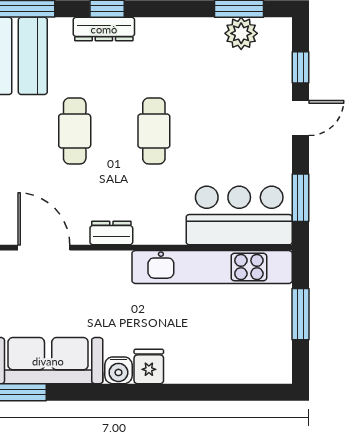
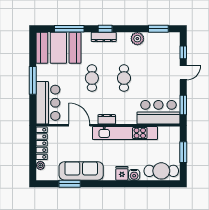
plant: (241, 33) -> (137, 39), moved
kitchen unit: (212, 267) -> (125, 133), moved
cafe table: (246, 361) -> (161, 171), added
water cooler: (118, 370) -> (134, 175), moved

